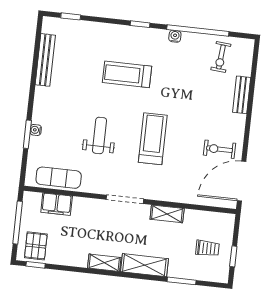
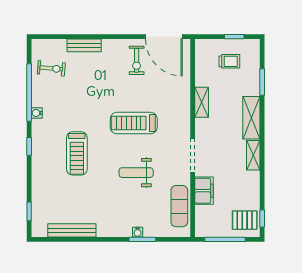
doorway: (125, 199) -> (193, 155), moved
filing cabinet: (57, 204) -> (204, 191), moved
trolley: (207, 248) -> (229, 61), turned 90

